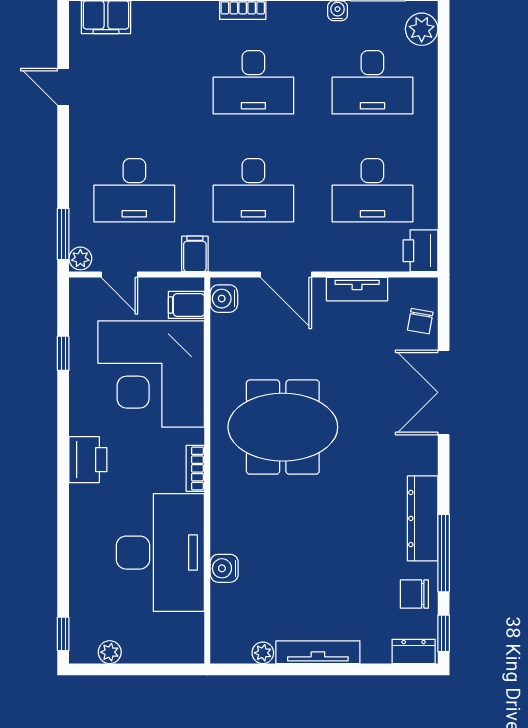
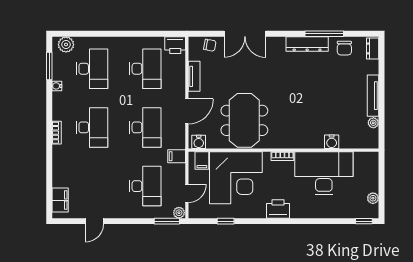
meeting table: (283, 427) -> (244, 120), moved
window: (444, 633) -> (364, 34), removed

